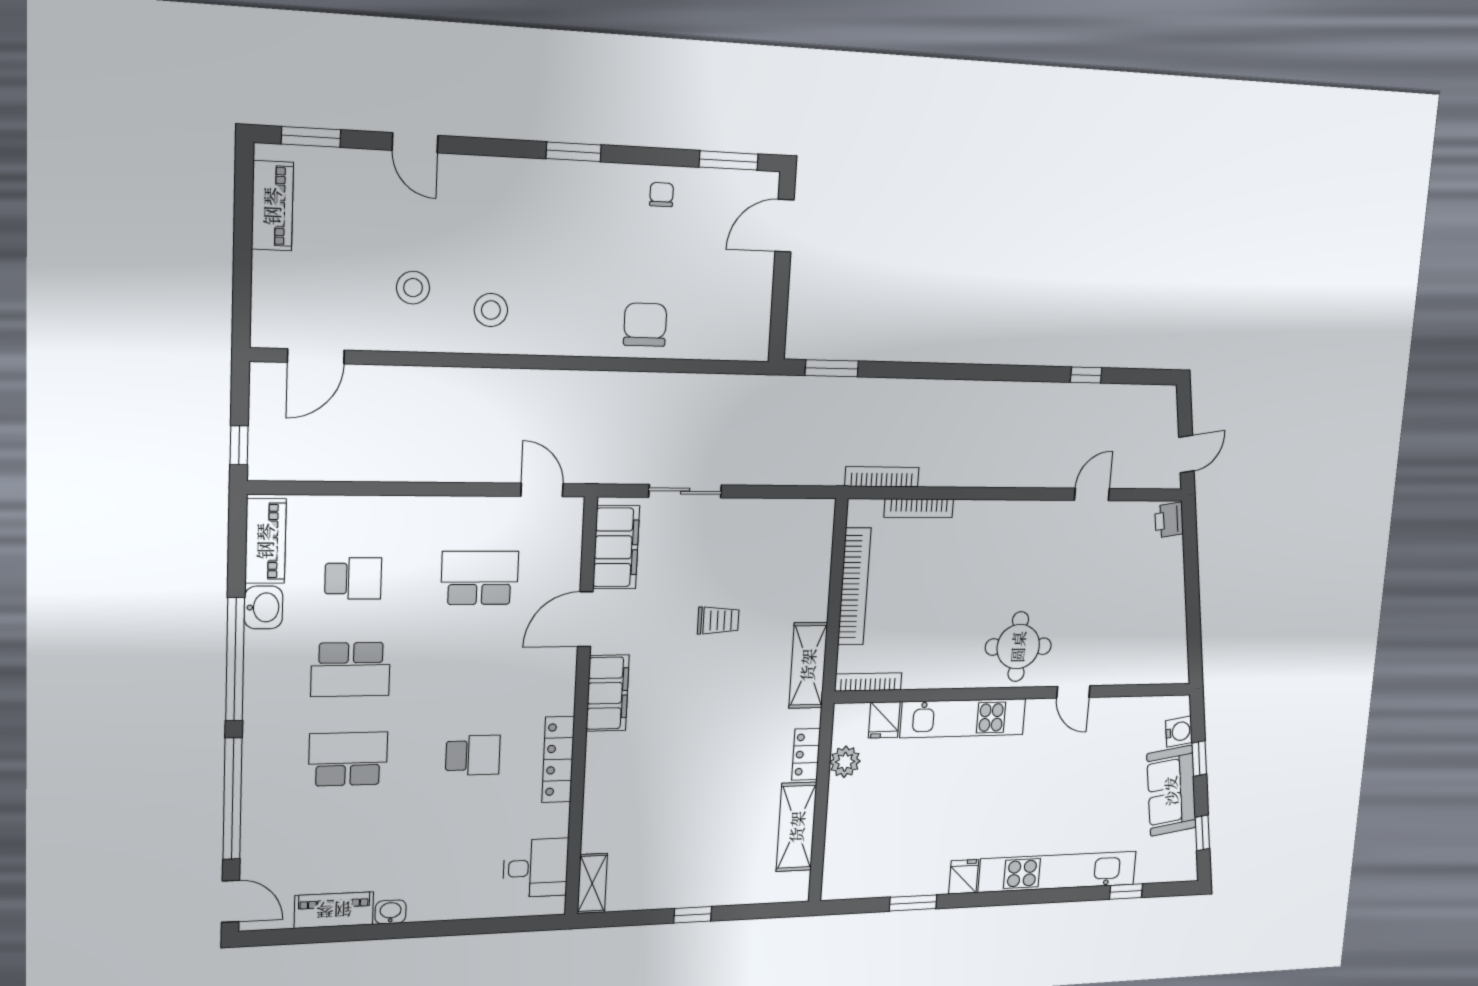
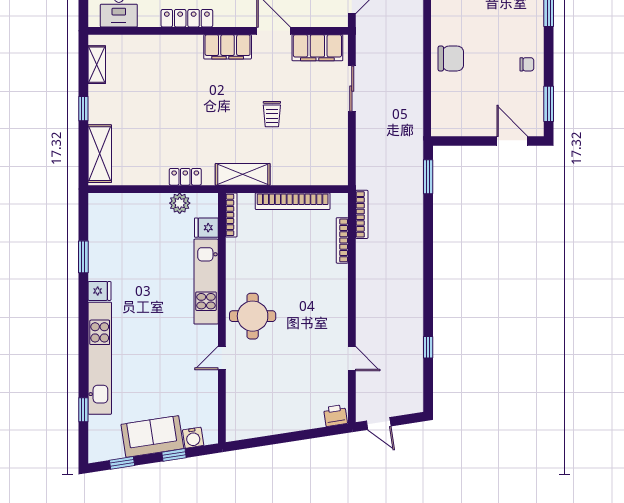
shelving: (797, 827) -> (100, 154), moved, turned 90
shelving: (592, 883) -> (97, 65), moved, turned 90

